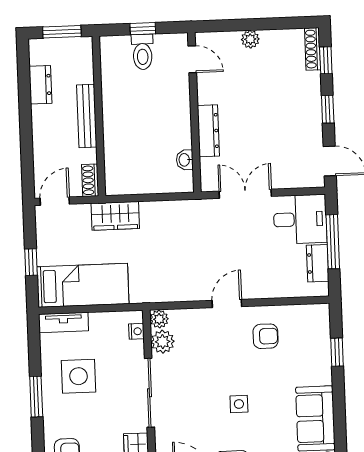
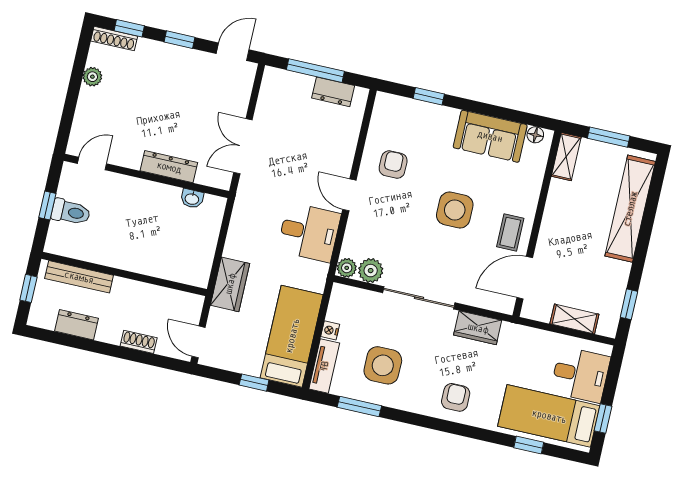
window: (62, 32) -> (28, 288), width x0.67
plant: (250, 39) -> (92, 77), moved
bench: (87, 116) -> (79, 277), moved
shoe rack: (90, 180) -> (139, 342), moved, turned 180
desk: (300, 219) -> (309, 232), moved, turned 90
nightstand: (136, 331) -> (330, 330), moved, turned -90
window: (36, 397) -> (359, 407), moved
side table: (239, 404) -> (455, 210), width x1.87, depth x1.87

